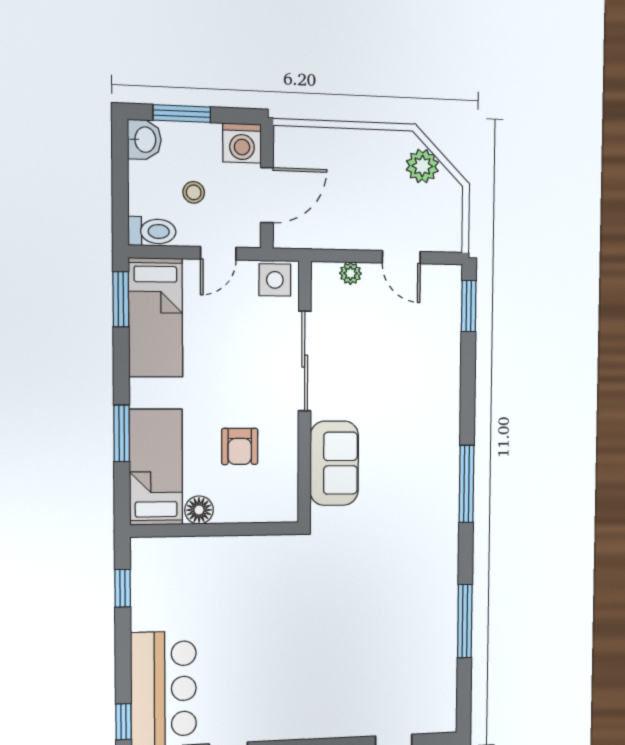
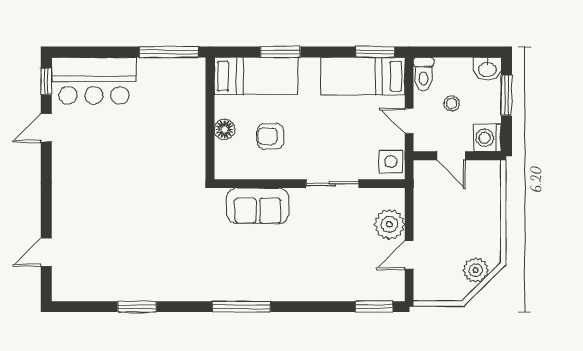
door: (267, 195) -> (451, 156), width x0.73
plant: (351, 273) -> (389, 224), width x1.88, depth x1.88
sliding door: (305, 361) -> (332, 184), width x0.73
floor lamp: (199, 510) -> (225, 130), moved
window: (123, 588) -> (169, 52), width x2.17
window: (465, 621) -> (137, 307), width x0.69
window: (123, 722) -> (71, 52), removed

